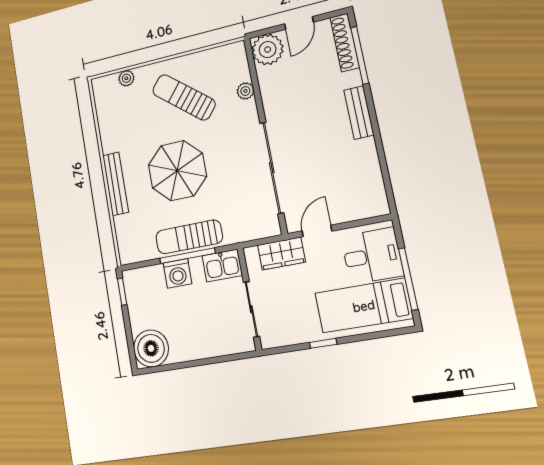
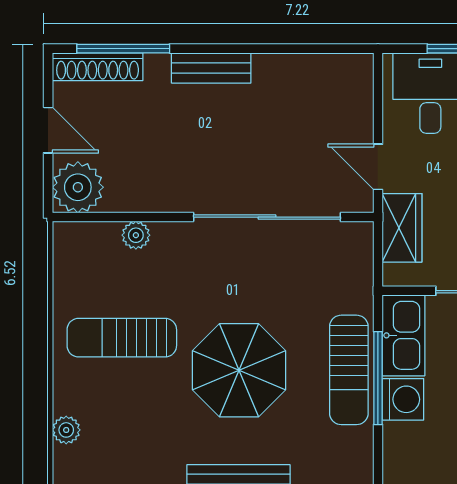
sun lounger: (184, 97) -> (122, 338), turned 50
kitchen sink: (222, 265) -> (404, 335), width x1.38

